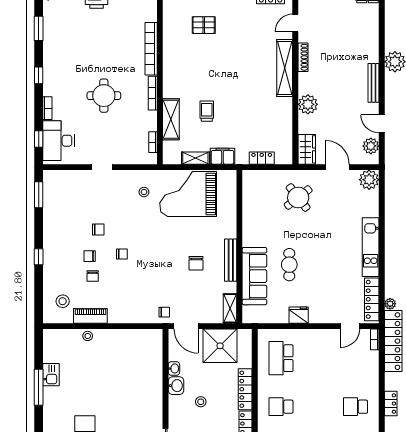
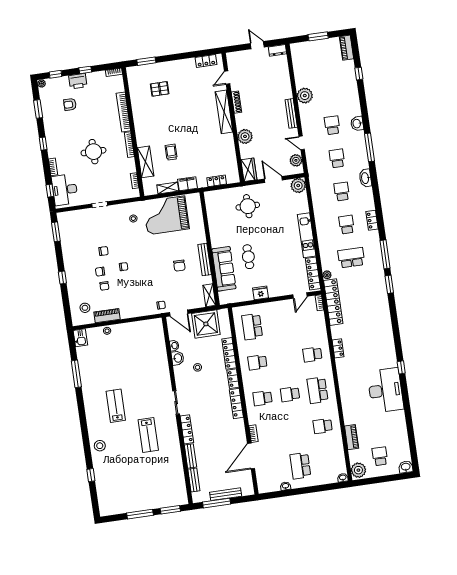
armchair: (82, 28) -> (70, 104), added
round table: (298, 197) -> (248, 206), turned 38
kitchen sink: (51, 375) -> (80, 338), moved

